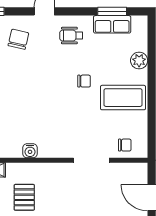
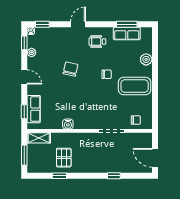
chair: (18, 39) -> (71, 69), moved

